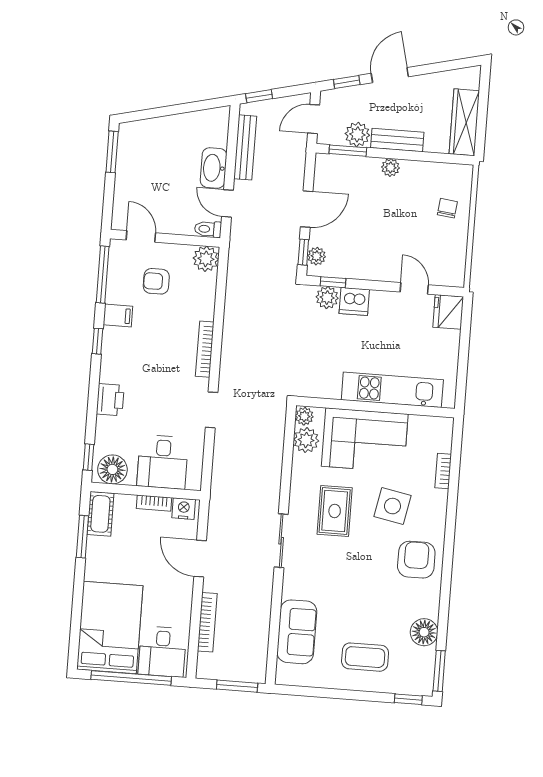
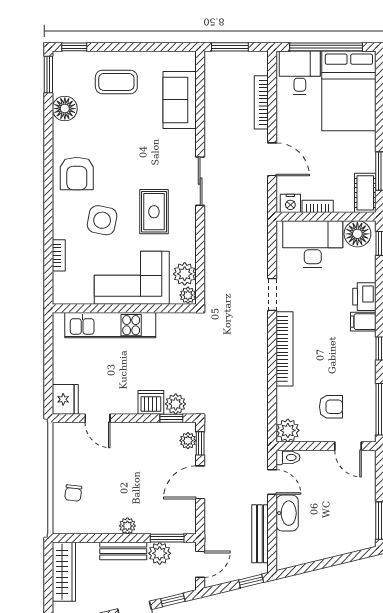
filing cabinet: (118, 316) -> (363, 322), moved
bookcase: (205, 349) -> (285, 349), width x1.48, depth x1.31
desk: (163, 462) -> (313, 244), width x1.37

